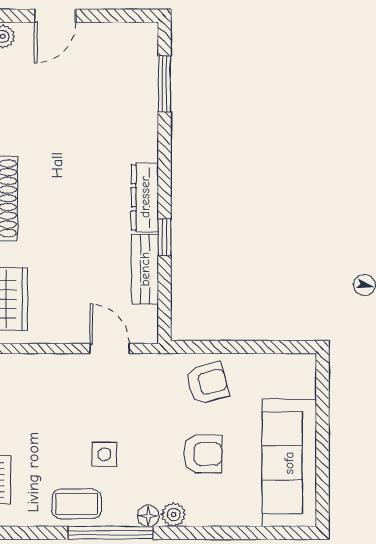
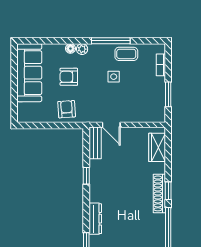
dresser: (145, 197) -> (95, 219), moved
bench: (145, 269) -> (95, 143), moved
armchair: (207, 383) -> (67, 109), turned 101
floor lamp: (148, 516) -> (70, 49), moved

